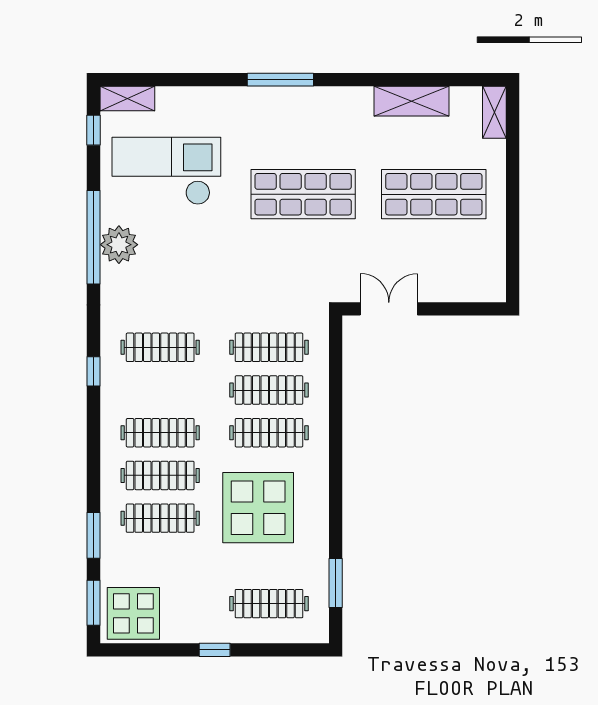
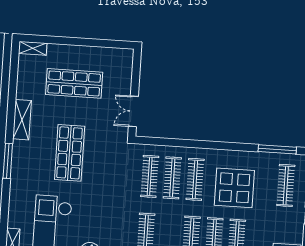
shelving: (412, 101) -> (22, 120), moved
shop shelf: (434, 194) -> (74, 83), turned 90
window: (336, 583) -> (277, 149), width x1.44

